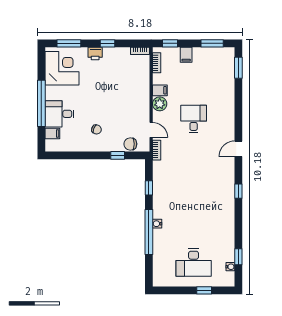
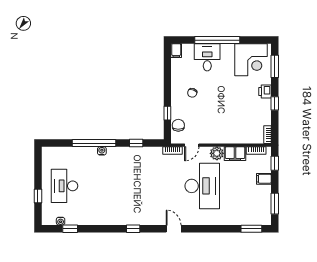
filing cabinet: (160, 90) -> (235, 154), width x2.00
desk: (194, 119) -> (202, 186), width x1.87, depth x1.30
filing cabinet: (52, 134) -> (176, 51), moved

